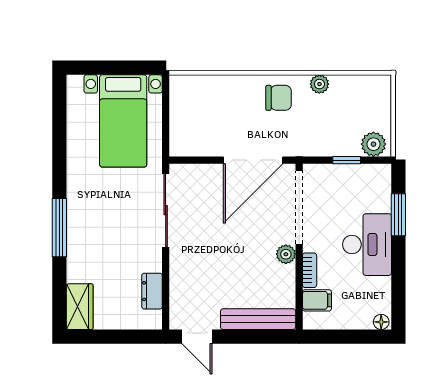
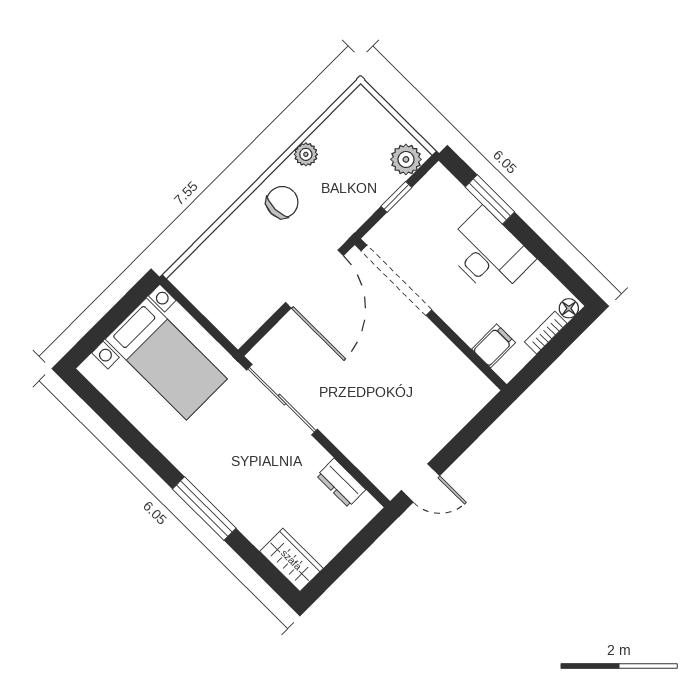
plant: (286, 254) -> (426, 333), removed
bookcase: (310, 270) -> (546, 333), moved, turned -90
bench: (258, 319) -> (459, 414), removed

